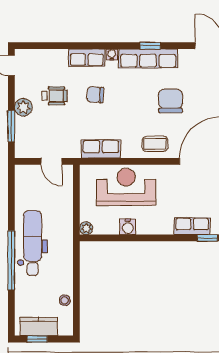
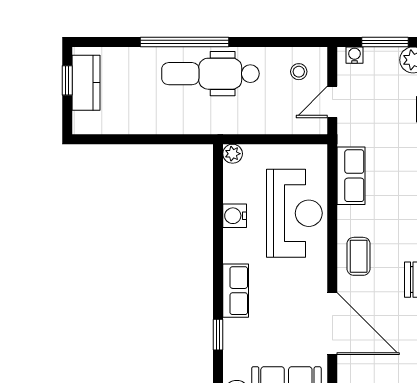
water cooler: (20, 147) -> (354, 55), added
row of seats: (192, 226) -> (236, 291), moved
dental chair: (33, 243) -> (210, 74), turned 180
stool: (65, 300) -> (299, 72), moved

